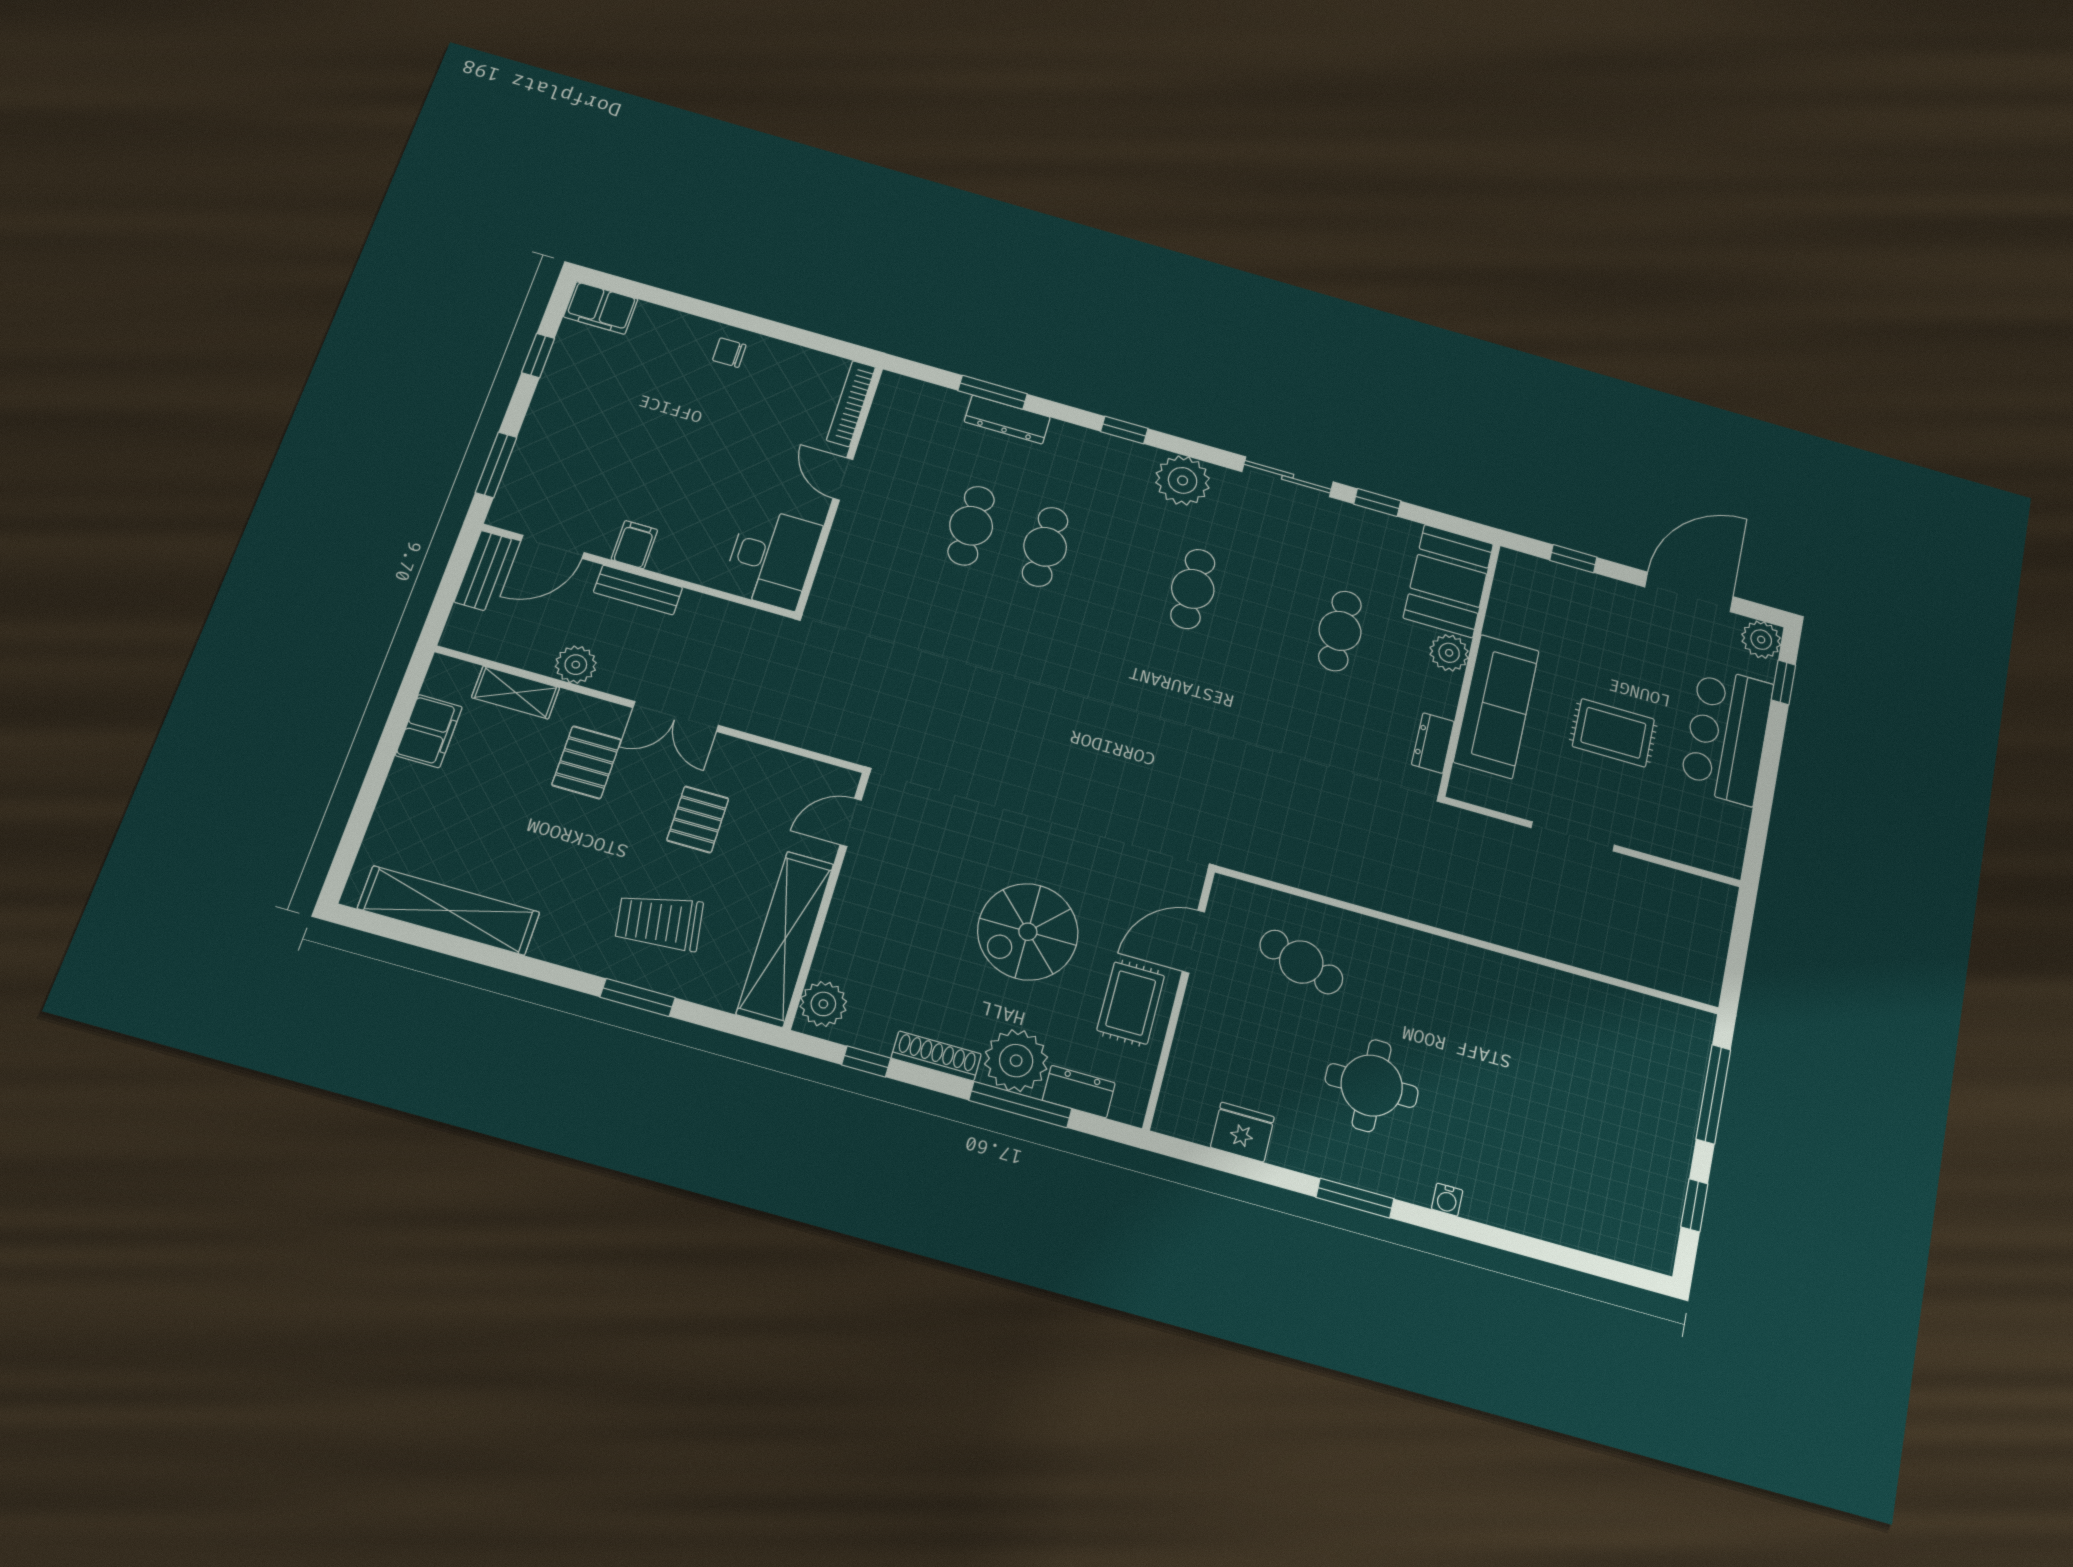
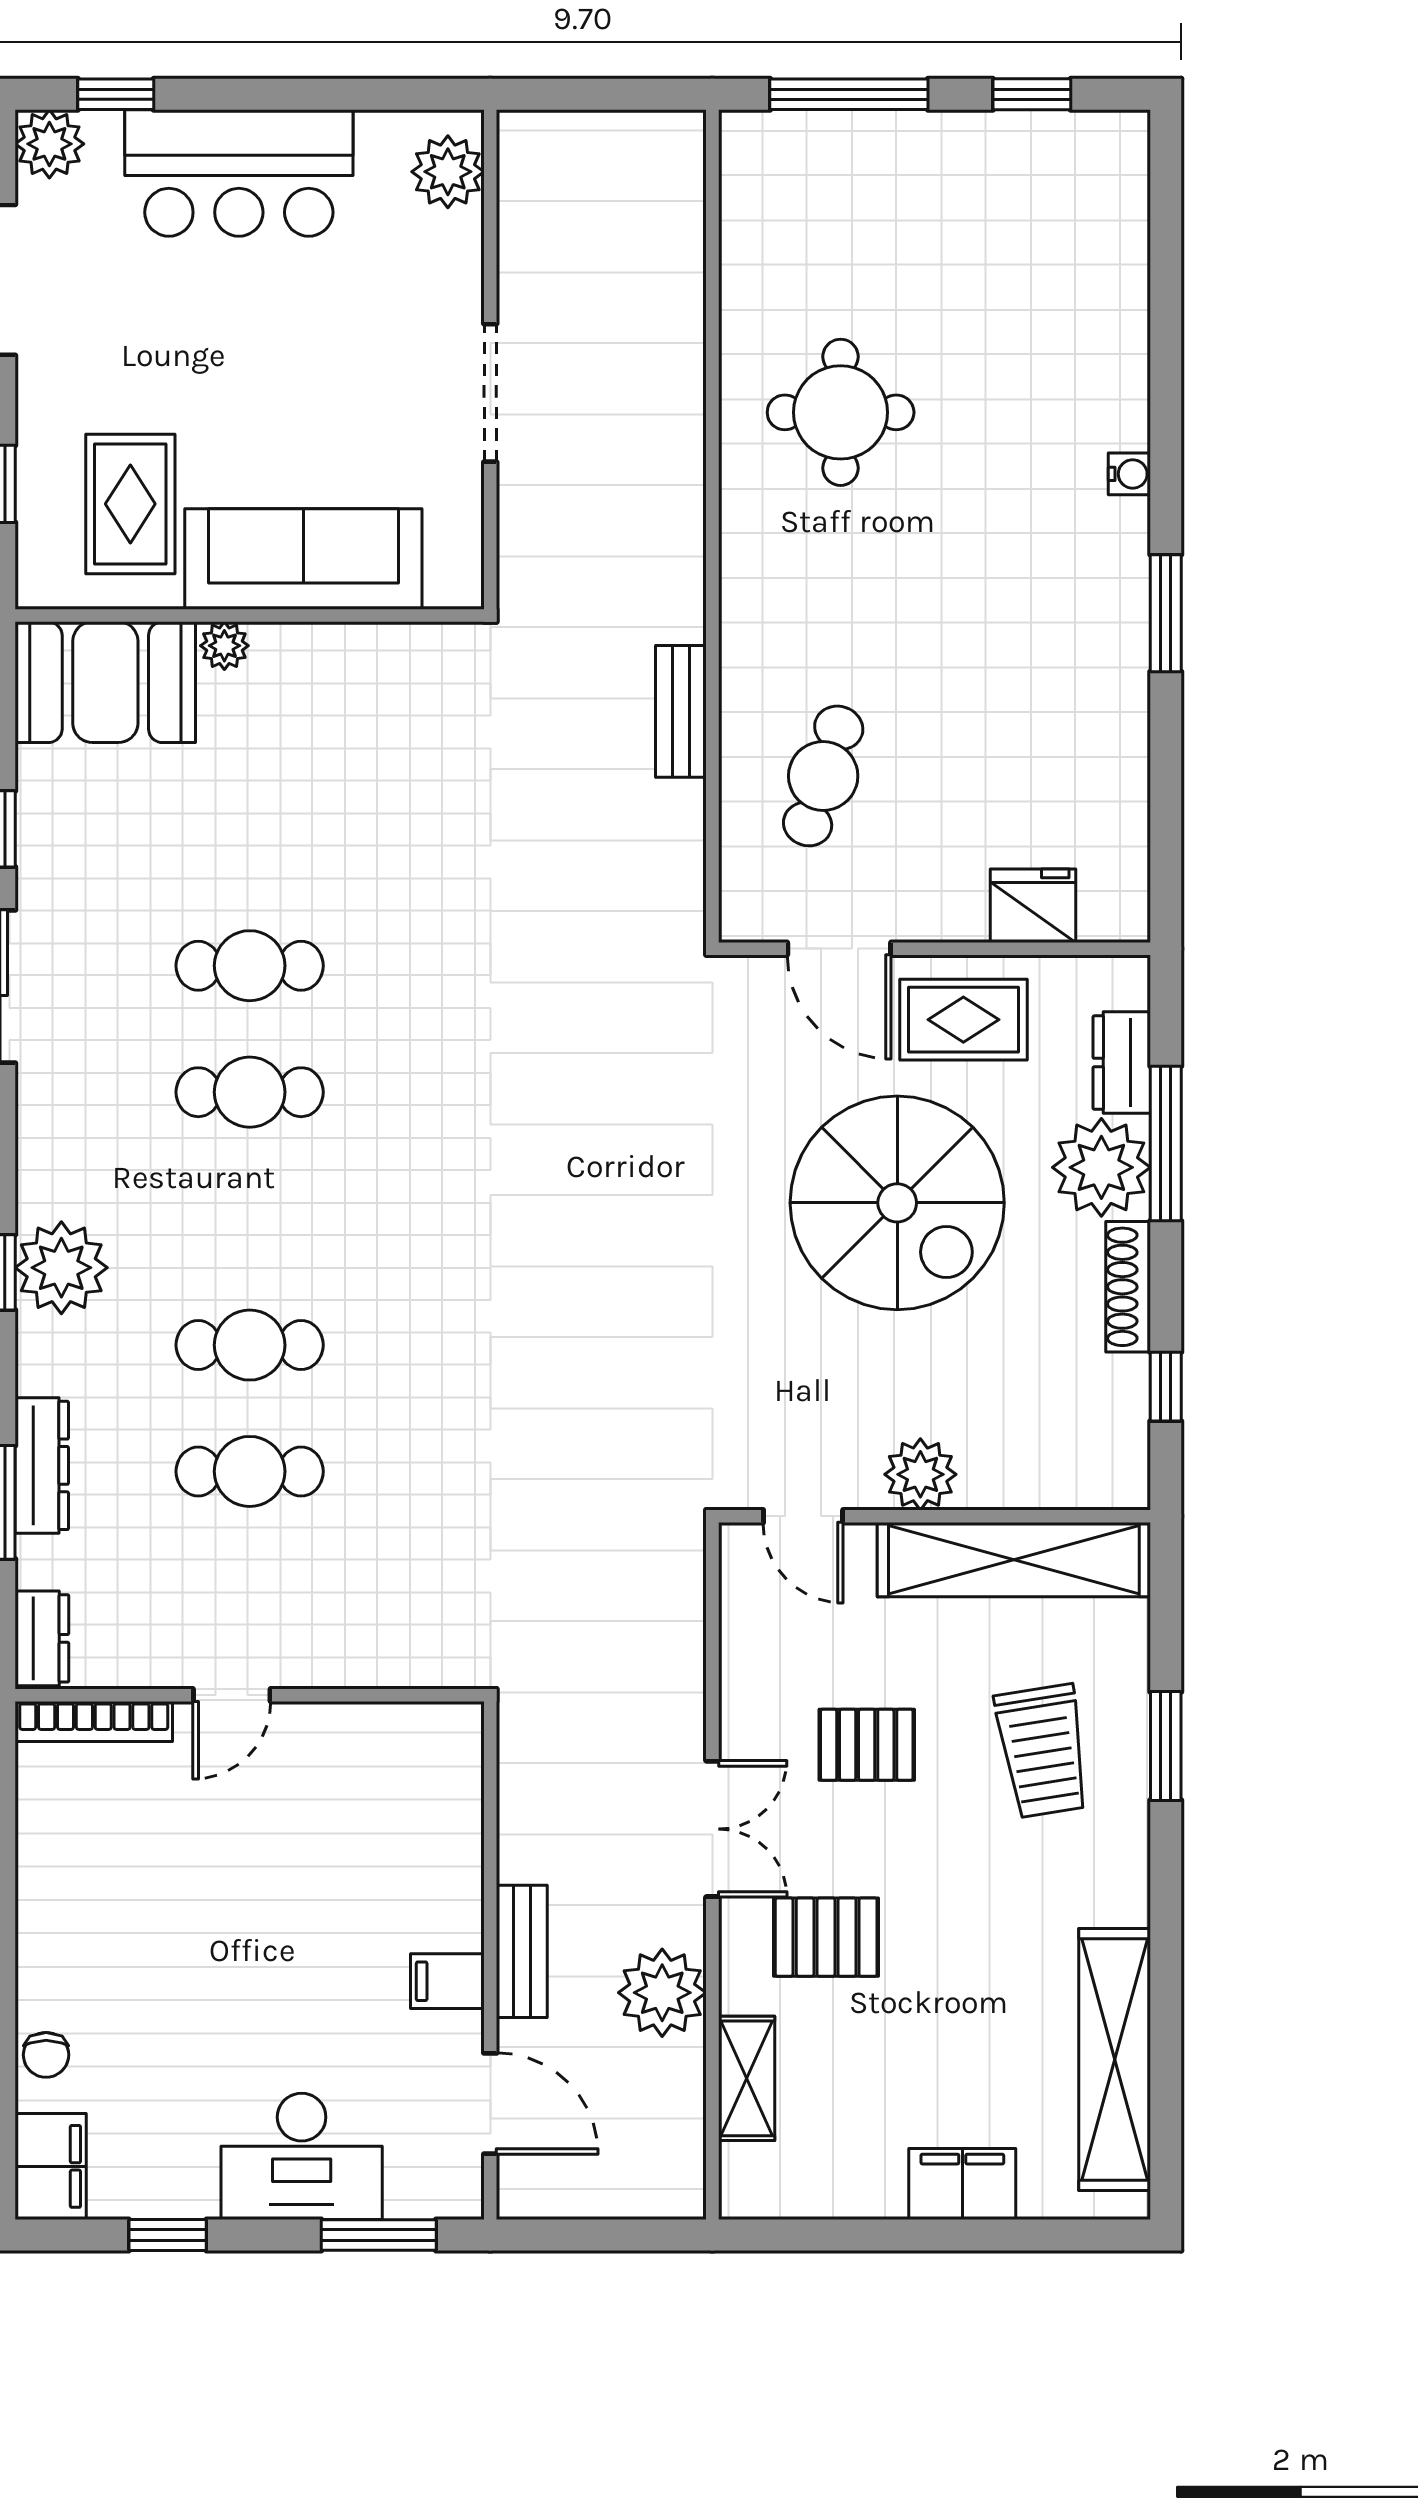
chair: (729, 353) -> (46, 2055), moved
plant: (1183, 480) -> (61, 1268), moved
desk: (772, 558) -> (302, 2156), moved, turned 180
bench: (483, 570) -> (681, 711), moved, turned 90
cafe table: (1340, 631) -> (250, 966), moved
plant: (1449, 653) -> (224, 646), width x0.73, depth x0.73
plant: (576, 665) -> (662, 1993), width x1.36, depth x1.36
filing cabinet: (429, 731) -> (962, 2184), moved
rug: (1613, 733) -> (130, 504), moved
dresser: (1433, 743) -> (42, 1638), moved, turned -90
plant: (1707, 850) -> (448, 172), added
spiral stairs: (1028, 932) -> (897, 1203), width x1.37, depth x1.37
plant: (823, 1004) -> (920, 1474), moved
round table: (1372, 1085) -> (841, 412), moved
fridge: (1242, 1132) -> (1033, 906), moved, turned 90

